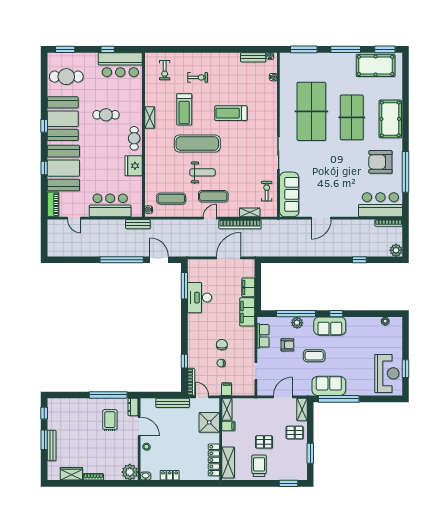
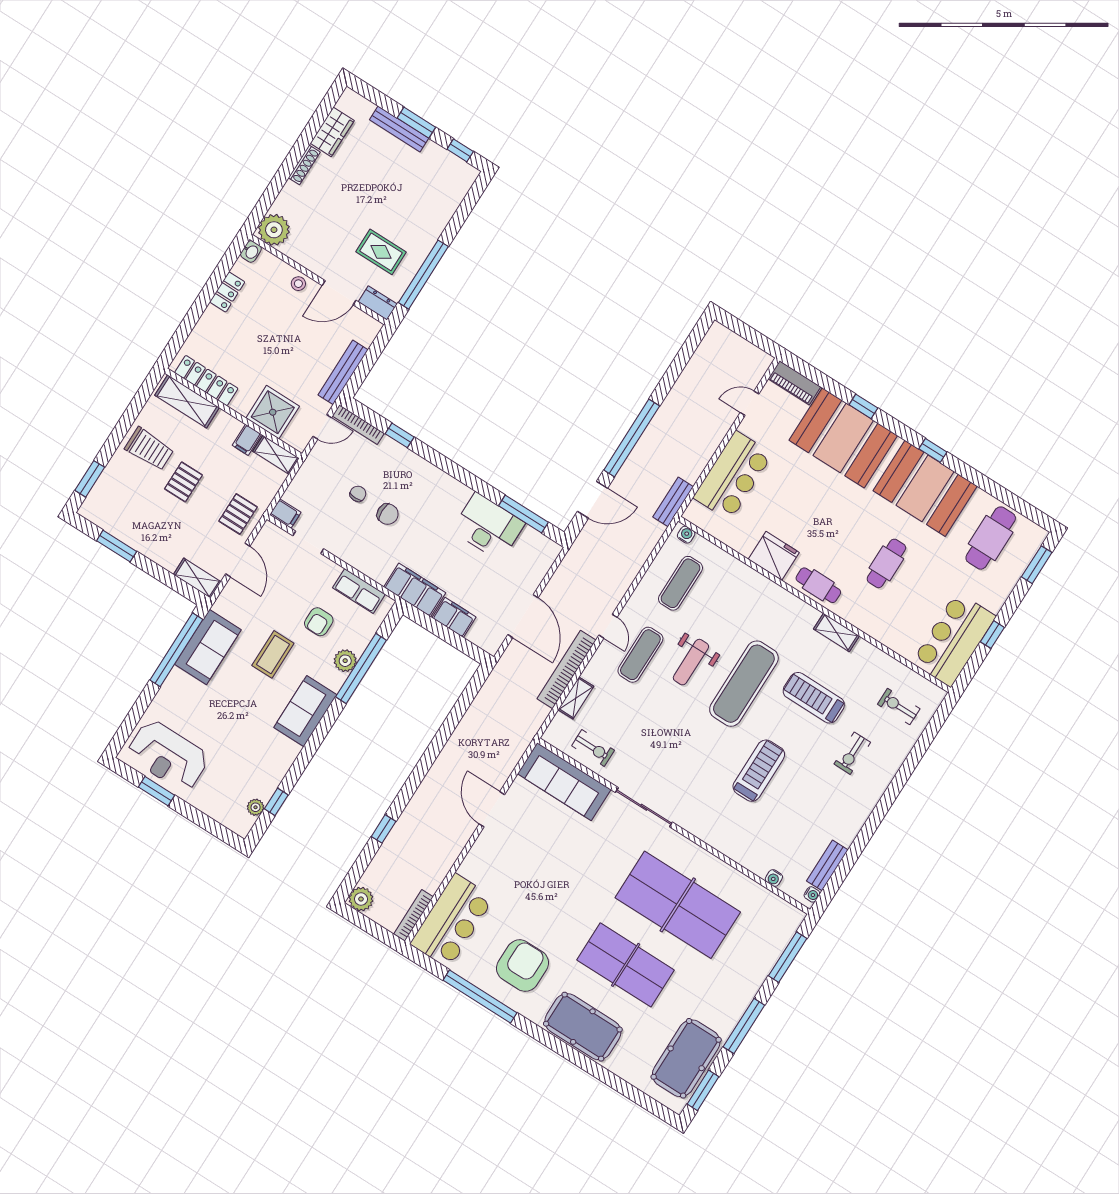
window: (336, 314) -> (276, 802), moved
filing cabinet: (227, 389) -> (285, 513), moved
pallet: (295, 433) -> (238, 514), moved

